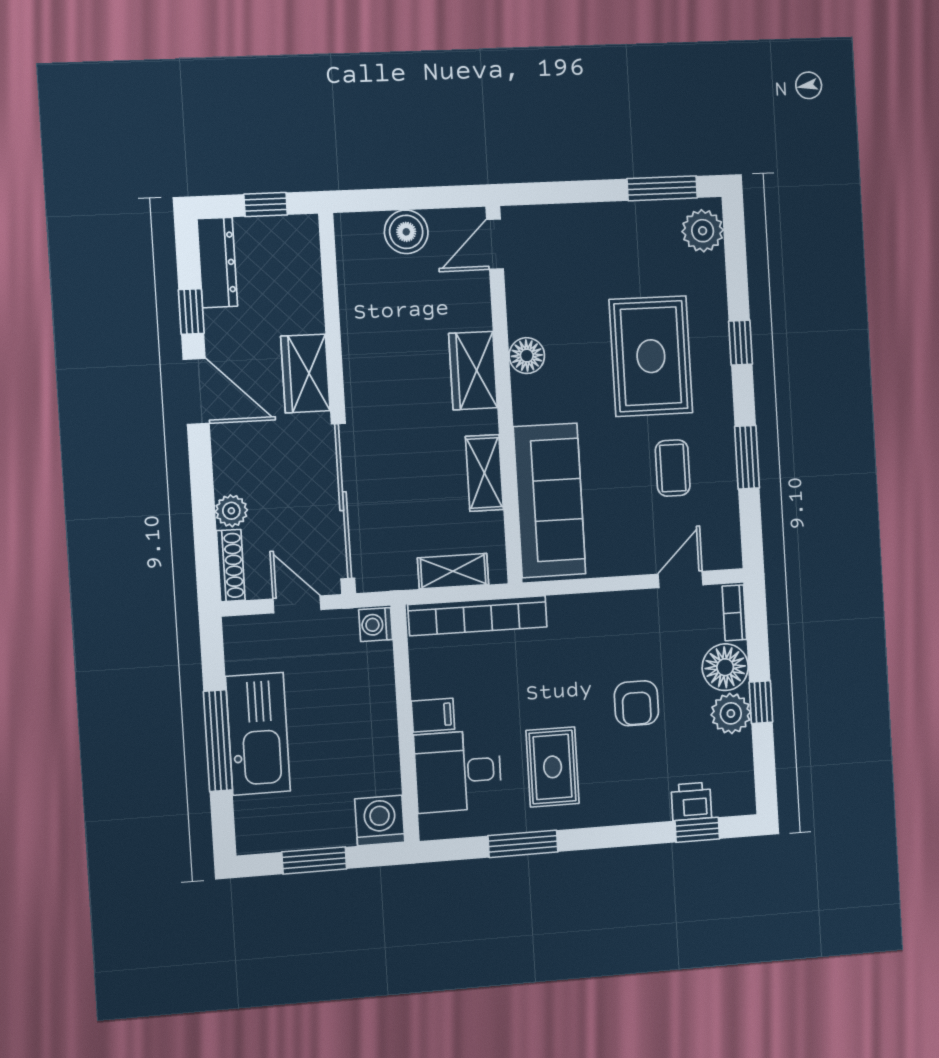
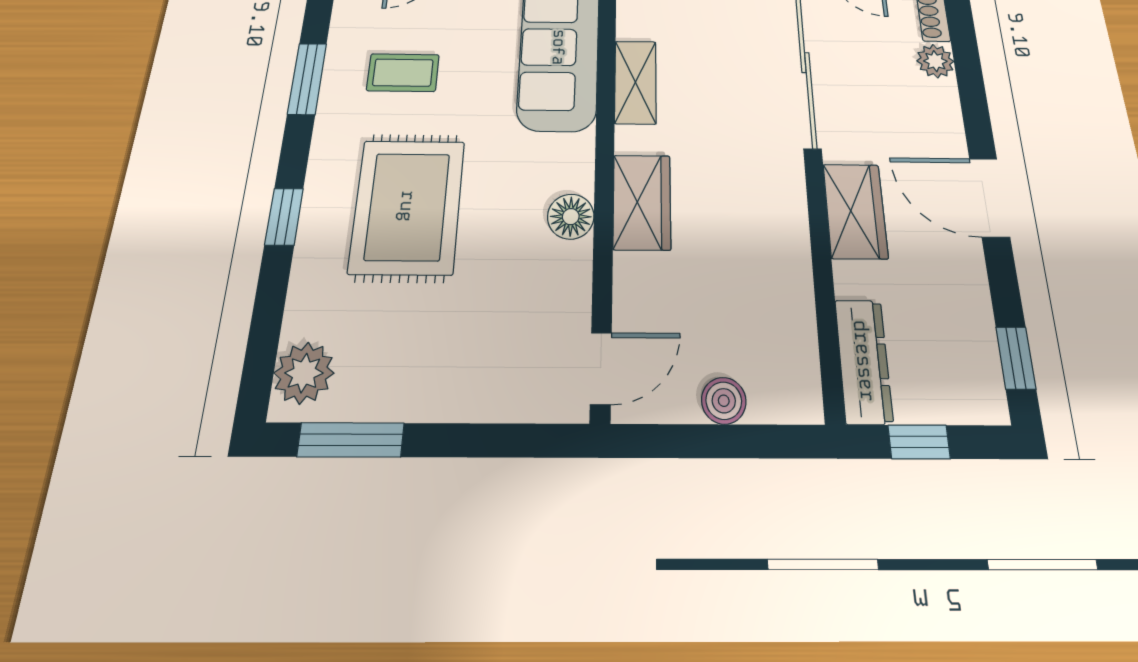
boiler: (406, 232) -> (724, 401), width x0.73, depth x0.73
dresser: (217, 262) -> (864, 361), moved, turned 180
window: (191, 311) -> (1016, 358), moved
coffee table: (673, 468) -> (403, 73), turned 90

